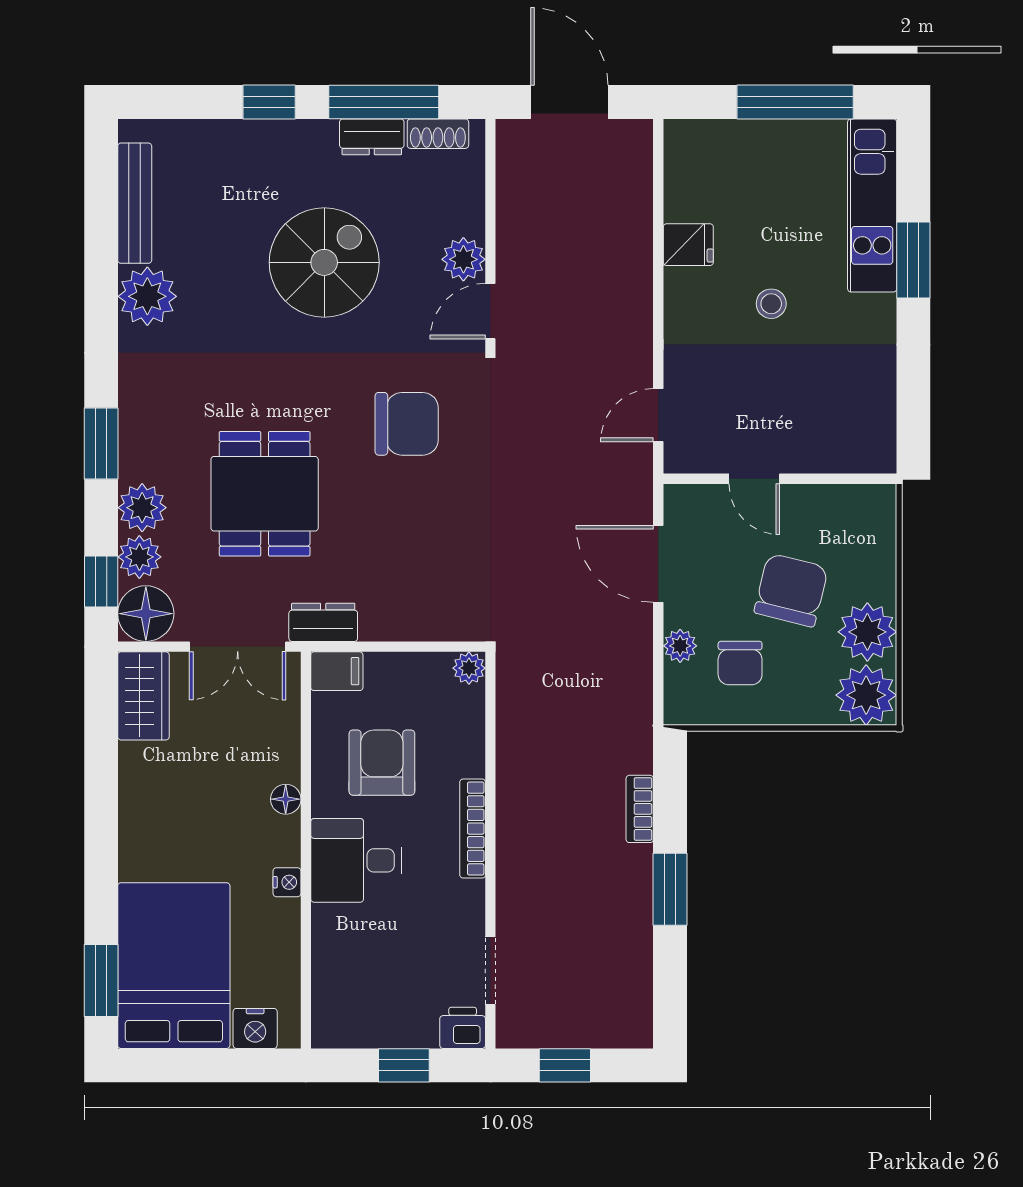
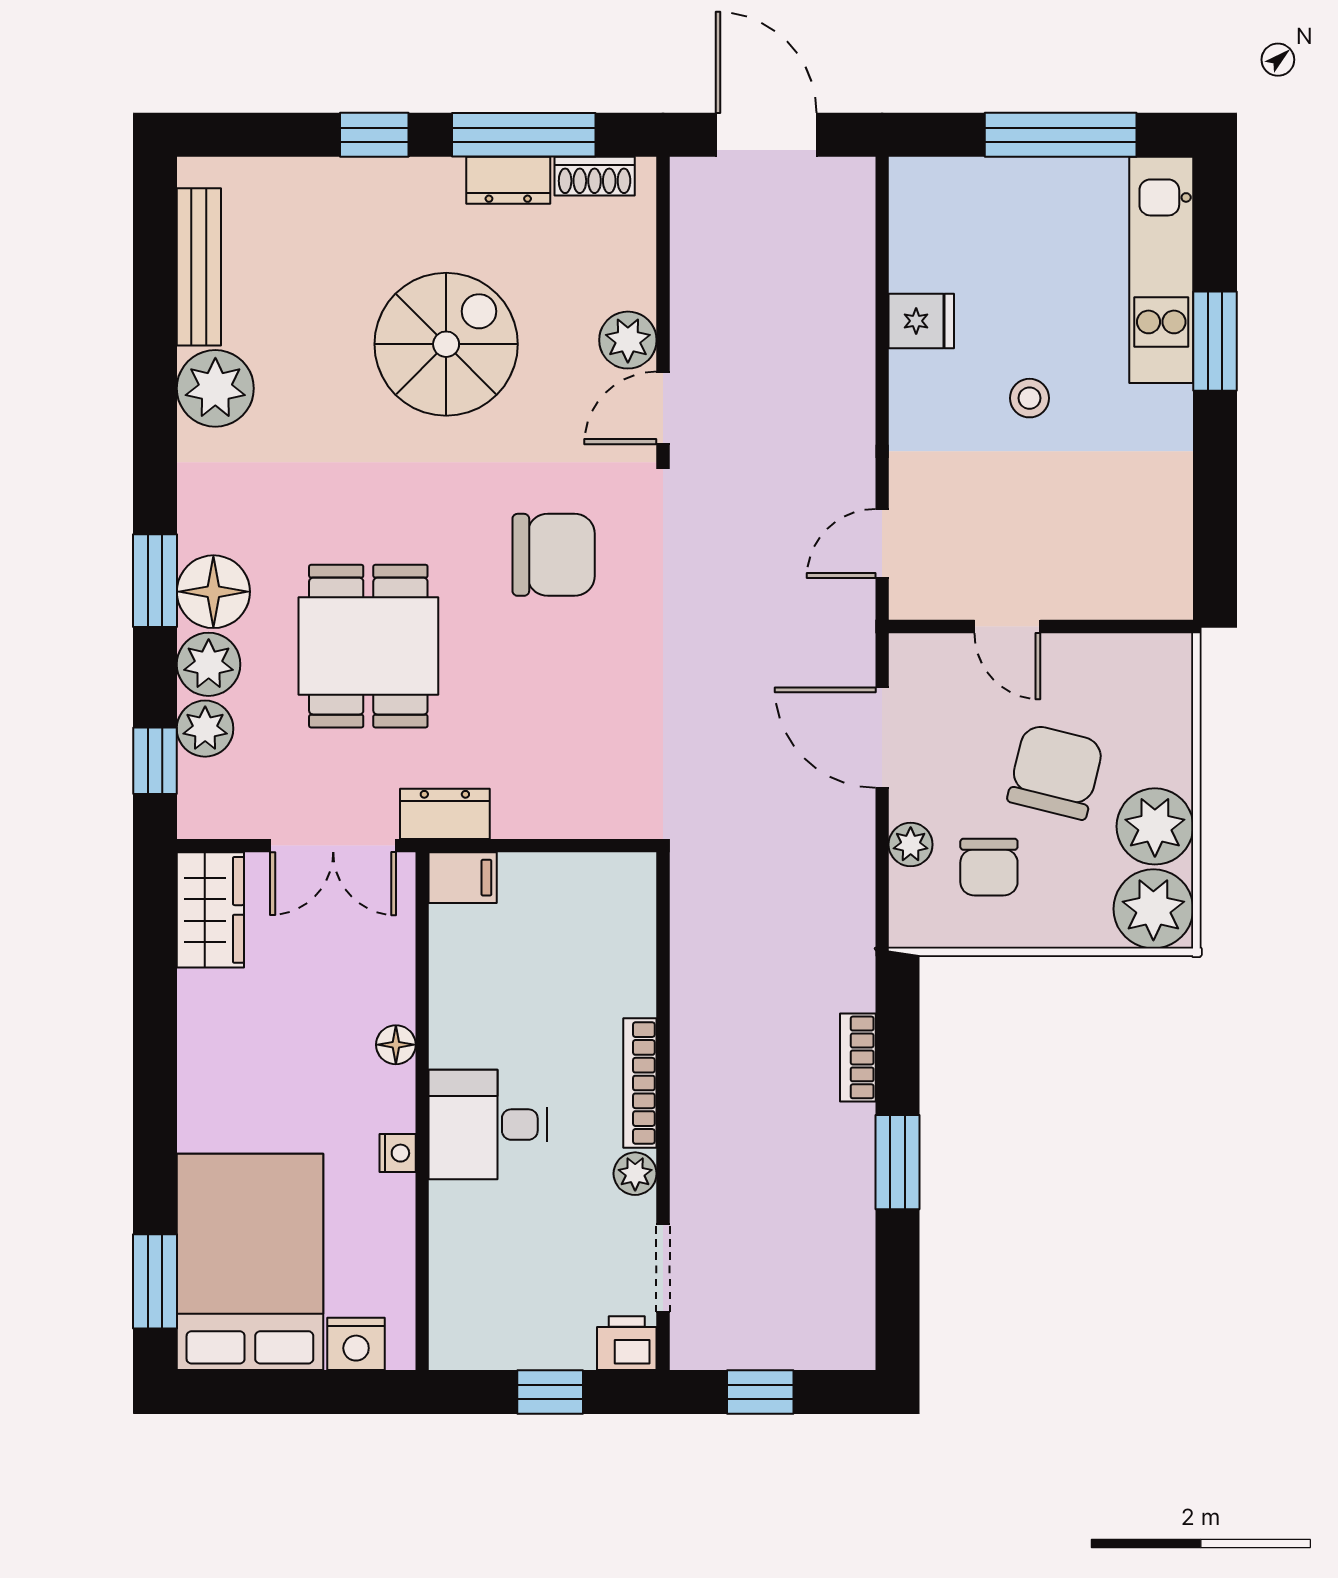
floor lamp: (146, 614) -> (213, 592), moved
plant: (469, 668) -> (635, 1174), moved
armchair: (382, 763) -> (521, 997), removed

